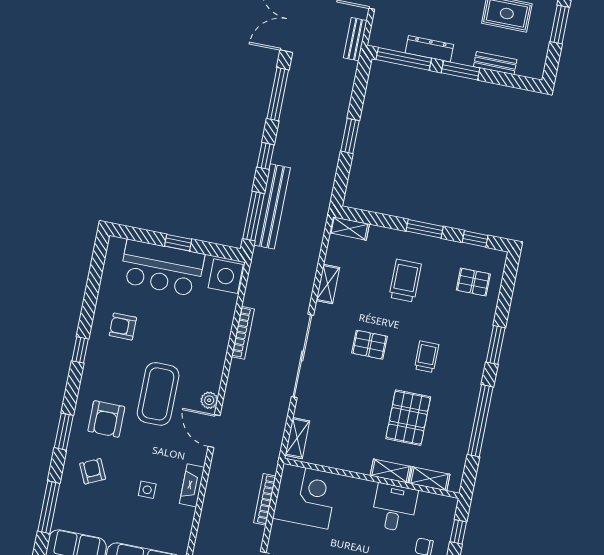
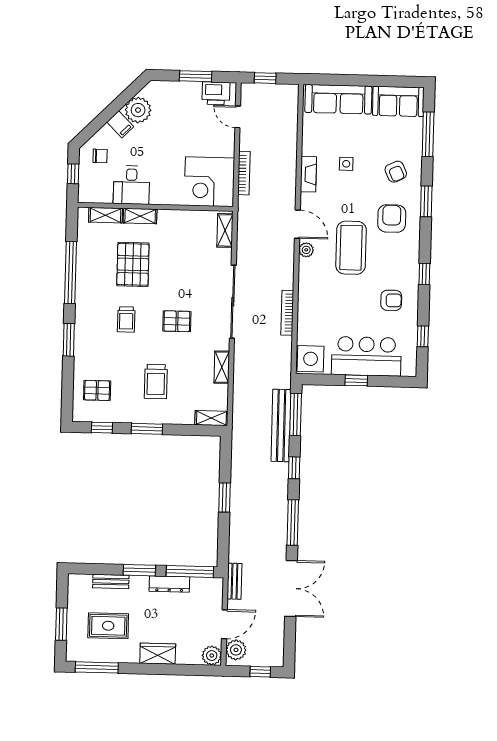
window: (94, 280) -> (423, 336), added

